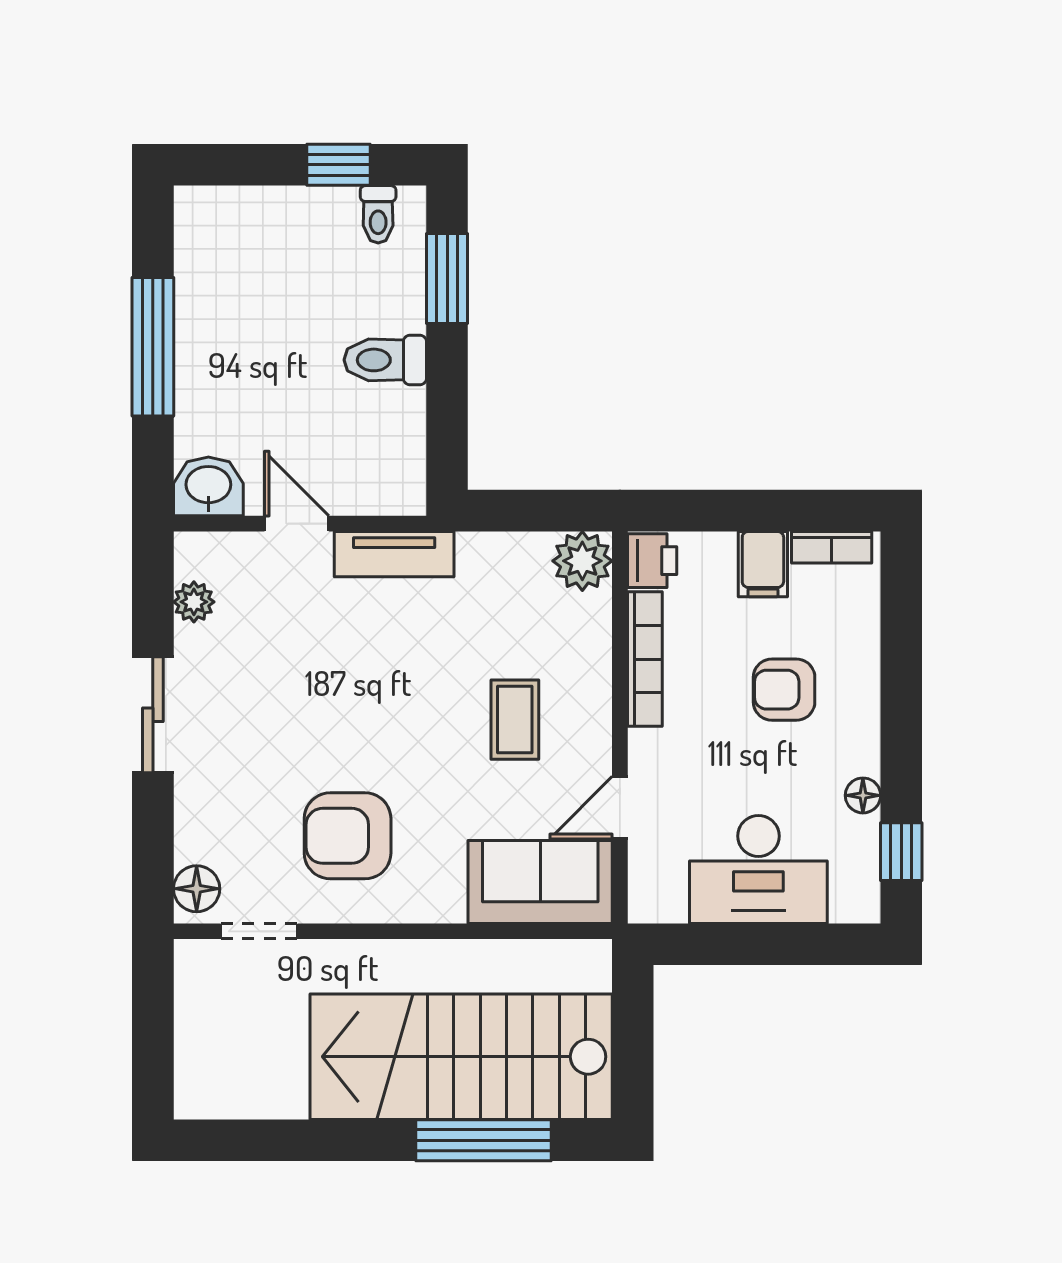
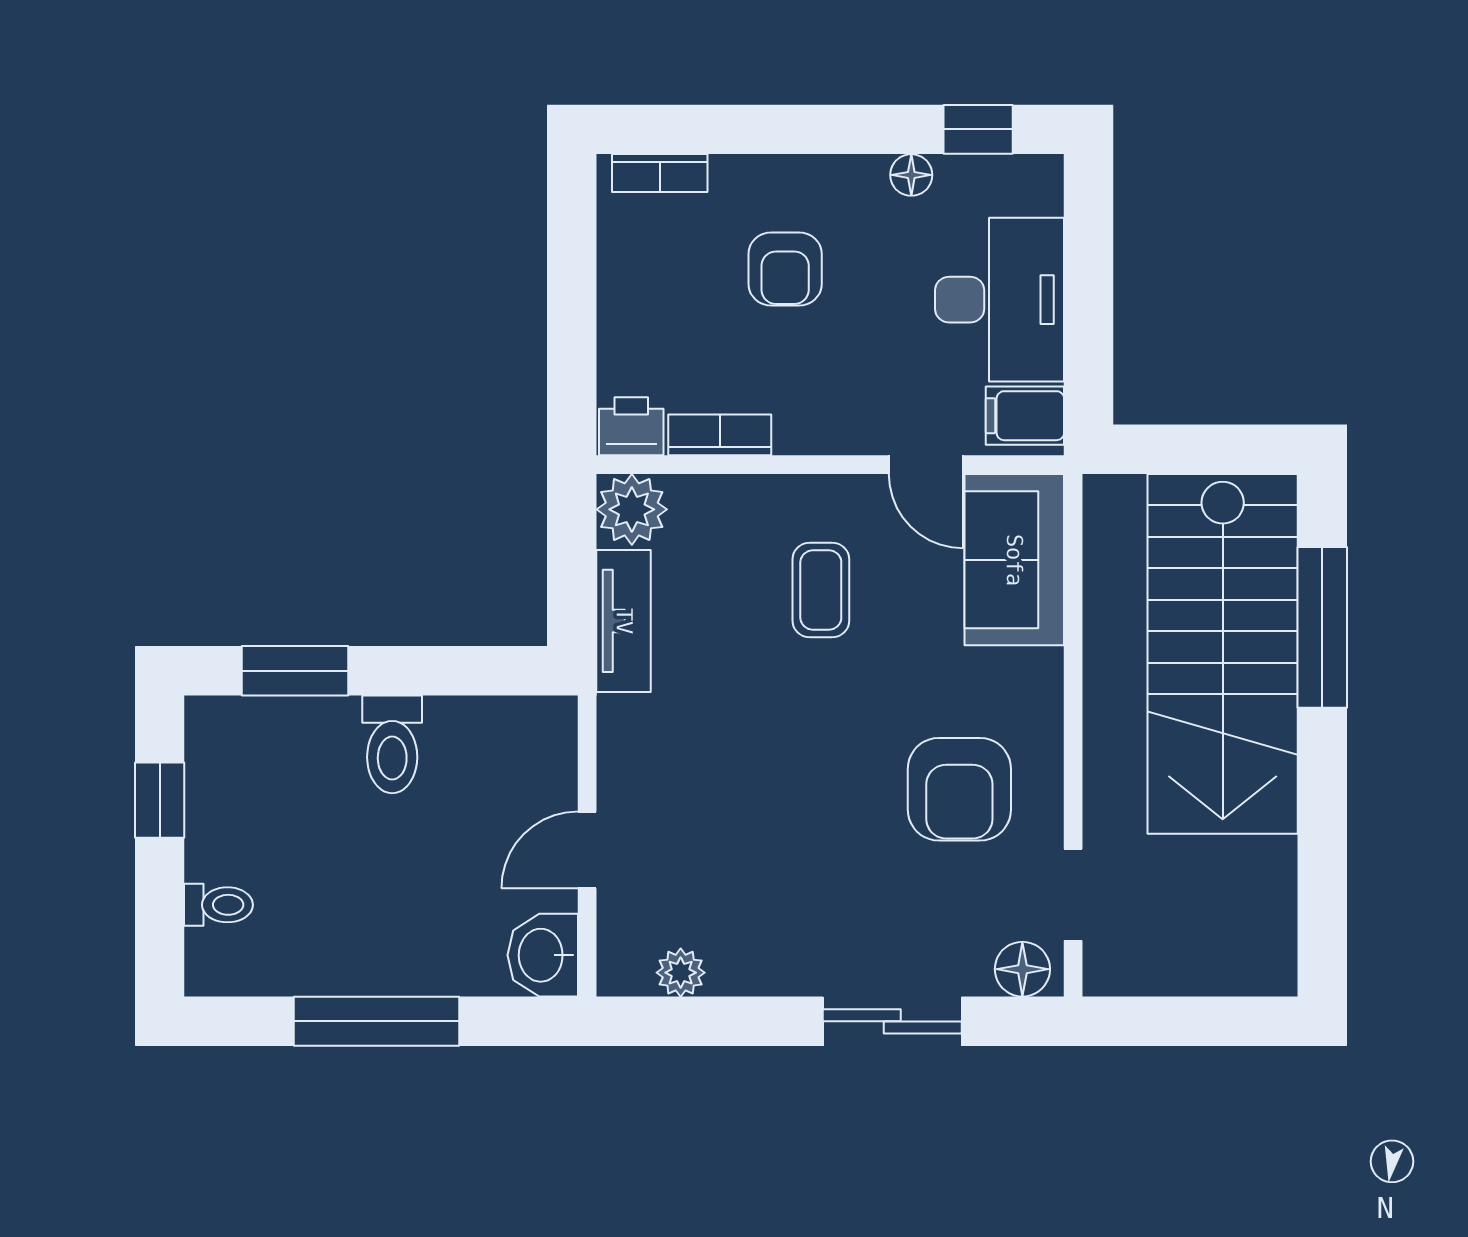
toilet: (378, 214) -> (219, 905), moved
bookcase: (832, 547) -> (660, 173), moved, turned 90
tv unit: (394, 554) -> (624, 621), moved
filing cabinet: (763, 564) -> (1025, 416), moved, turned 180
bookcase: (645, 659) -> (720, 435), width x0.64
sliding door: (153, 715) -> (892, 1021), moved
coffee table: (515, 720) -> (821, 590), turned 90

